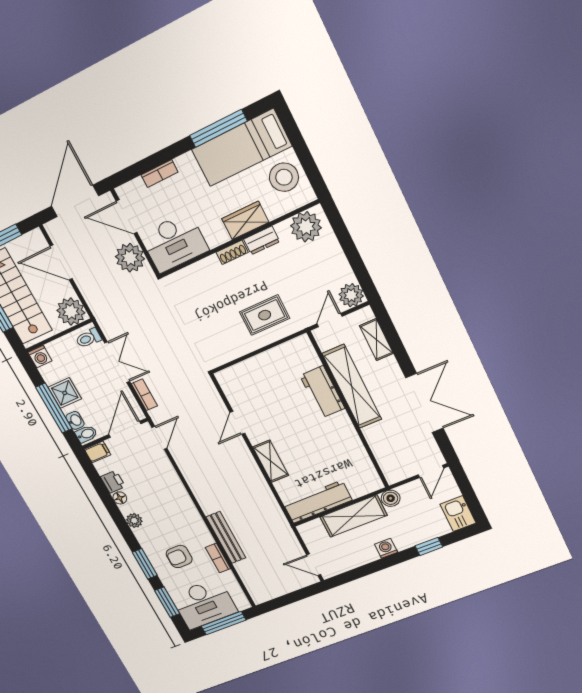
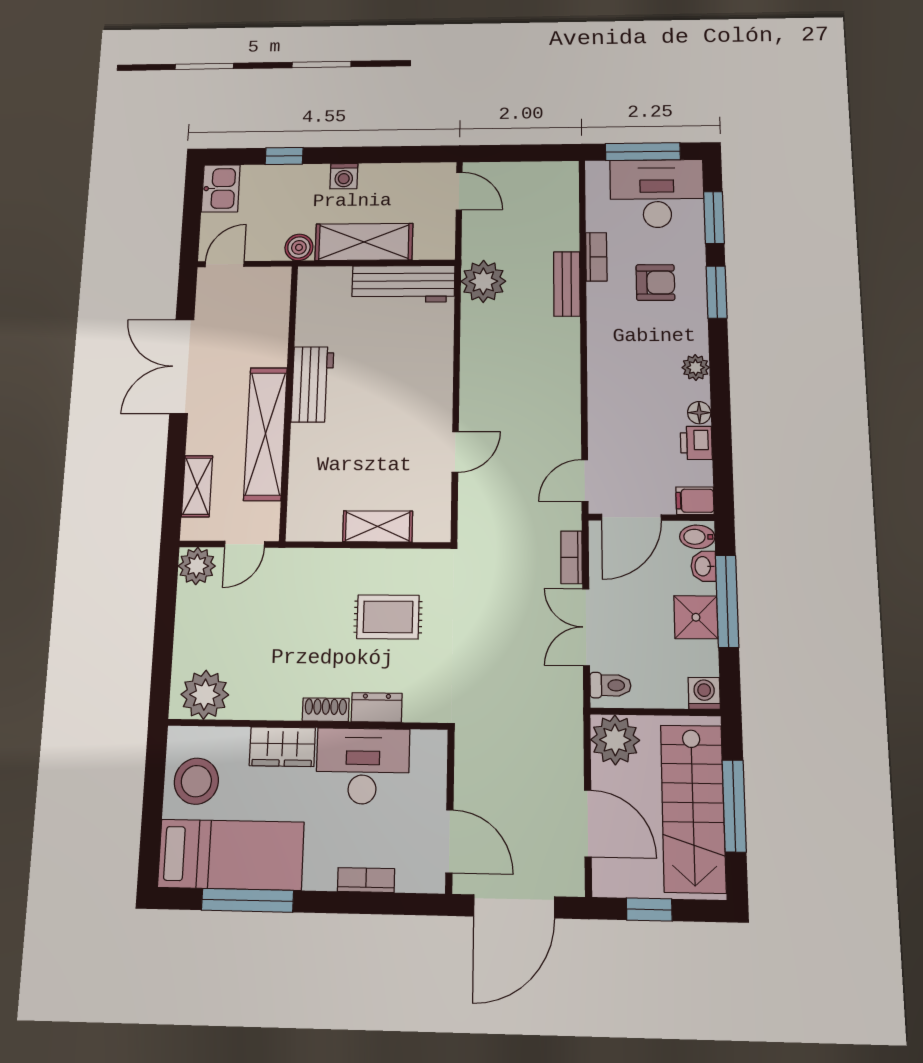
dresser: (262, 240) -> (377, 707), moved
desk: (174, 242) -> (363, 766), moved
plant: (130, 258) -> (483, 281), moved
rug: (265, 315) -> (388, 617), moved
workbench: (322, 392) -> (312, 384), moved
shelving: (271, 461) -> (378, 526), moved, turned 90
bench: (226, 537) -> (567, 284), width x0.73

